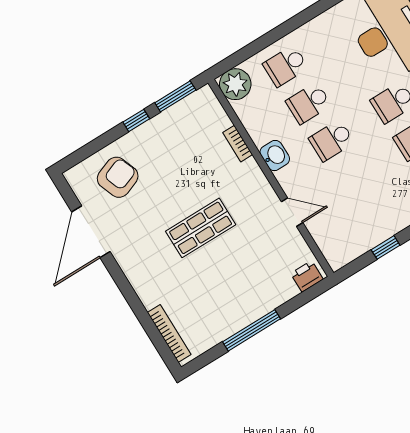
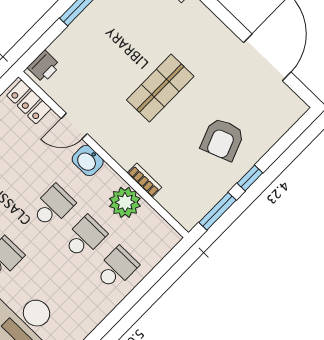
plant: (235, 84) -> (125, 202), moved
washbasin: (275, 156) -> (88, 160), moved
armchair: (118, 177) -> (222, 139), moved
locker: (330, 246) -> (29, 102), added

